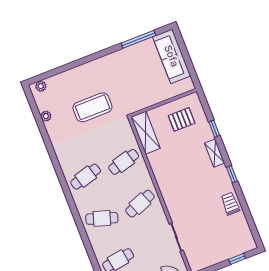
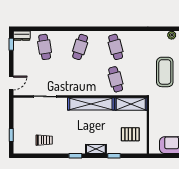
pallet: (182, 119) -> (130, 134), turned 90
shelving: (164, 180) -> (91, 104), added
cafe table: (140, 204) -> (80, 79), removed
trolley: (230, 204) -> (44, 140), moved

